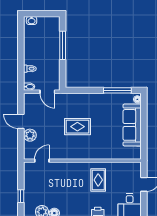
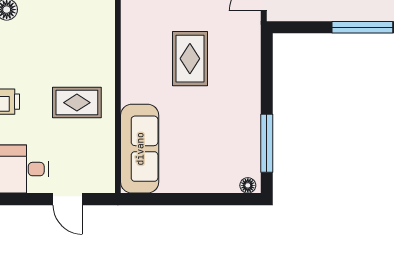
sofa: (132, 125) -> (140, 149), moved, turned 90

